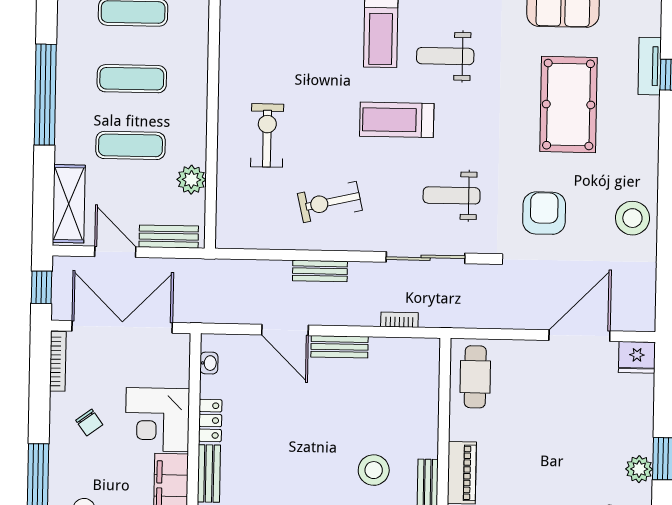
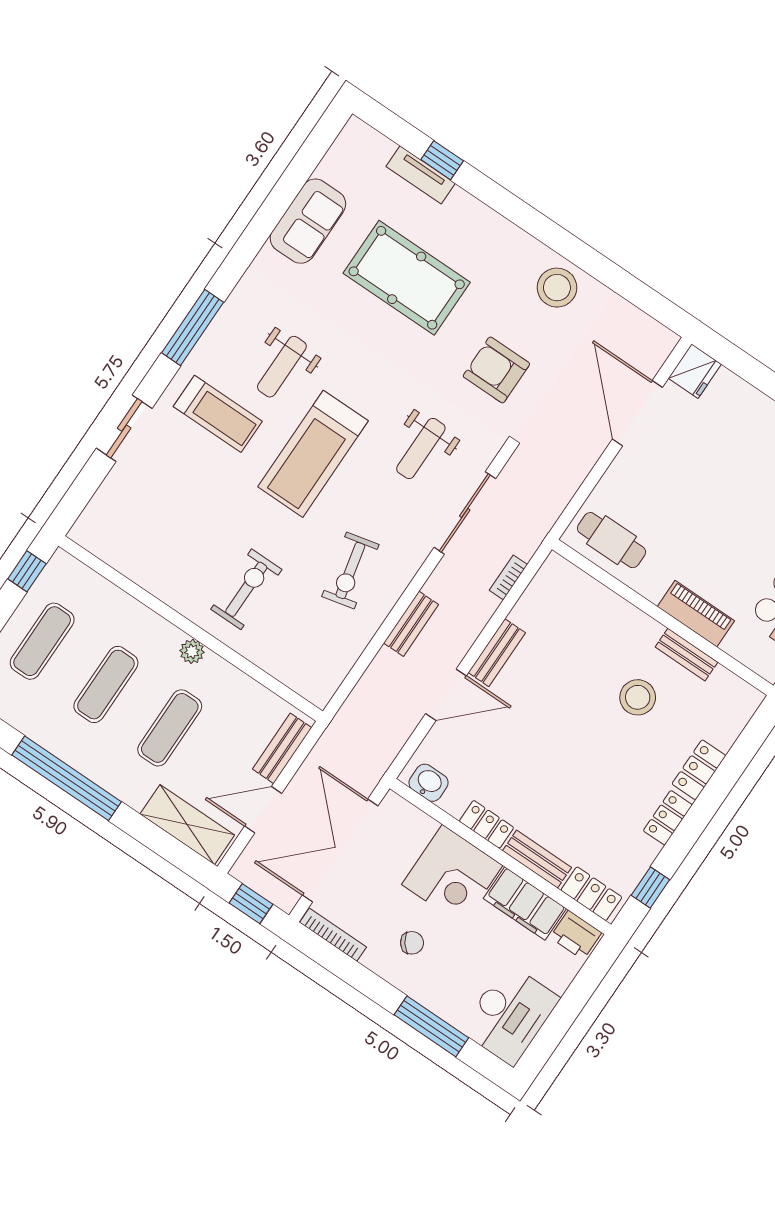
treadmill: (397, 120) -> (313, 454), width x1.37, depth x1.38
exercise bike: (267, 135) -> (246, 589), turned 90
plant: (191, 180) -> (192, 651), moved, width x0.73, depth x0.73
washbasin: (209, 363) -> (429, 783), width x1.38, depth x1.45

